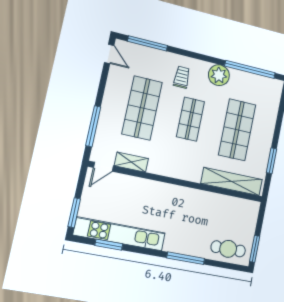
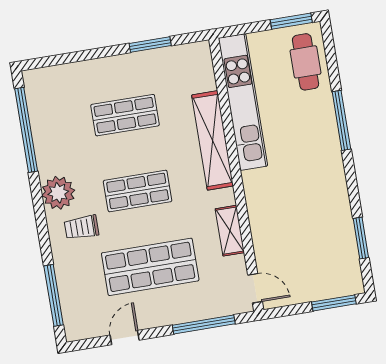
door: (109, 54) -> (125, 338), moved
plant: (219, 75) -> (58, 193), moved
shop shelf: (237, 130) -> (125, 115), width x0.70, depth x0.74
shelving: (131, 162) -> (230, 231), moved
shelving: (232, 182) -> (213, 140), moved
kitchen unit: (120, 234) -> (243, 102), moved, turned 180

